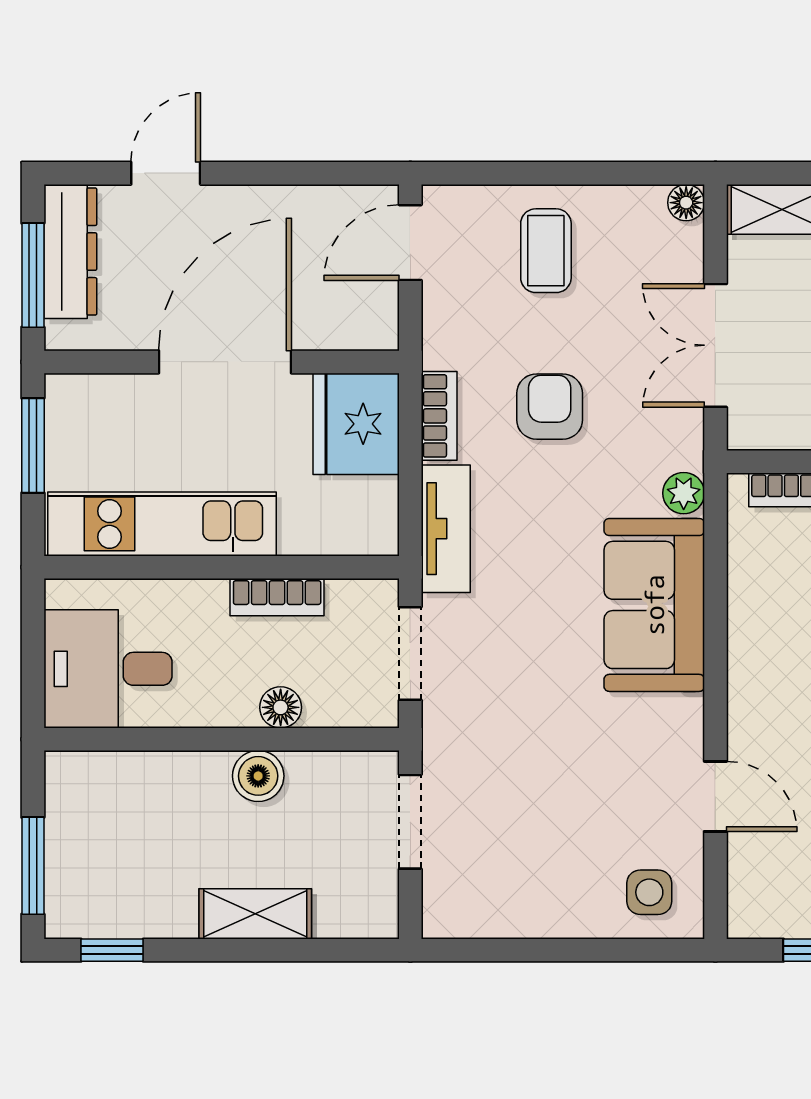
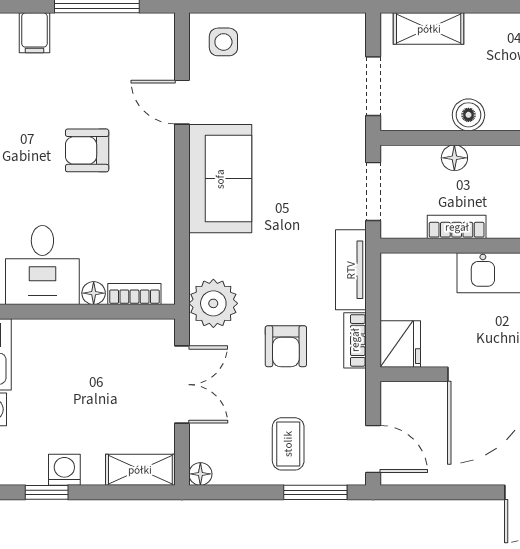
window: (502, 173) -> (315, 492), added
door: (410, 243) -> (373, 449), hinge flipped
fridge: (356, 424) -> (400, 344), width x0.73, depth x0.75
plant: (684, 493) -> (213, 303), width x1.88, depth x1.88
sofa: (654, 605) -> (220, 179), moved
shelving: (255, 914) -> (429, 29), moved

